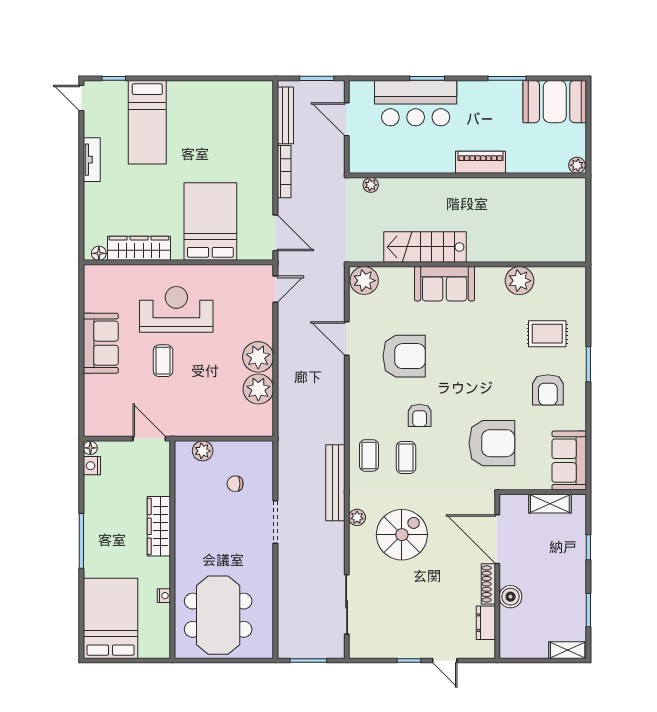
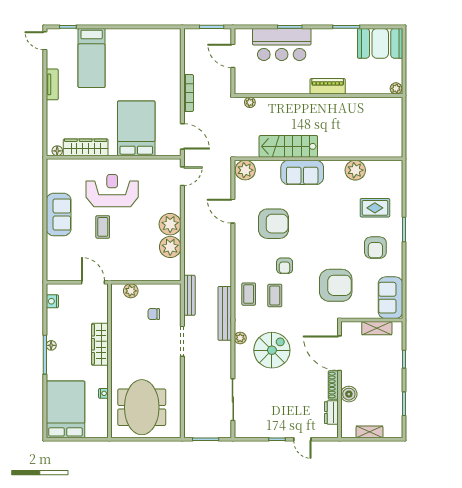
bench: (285, 115) -> (189, 295), moved
floor lamp: (90, 448) -> (51, 345), moved
shelving: (568, 650) -> (370, 432), moved

